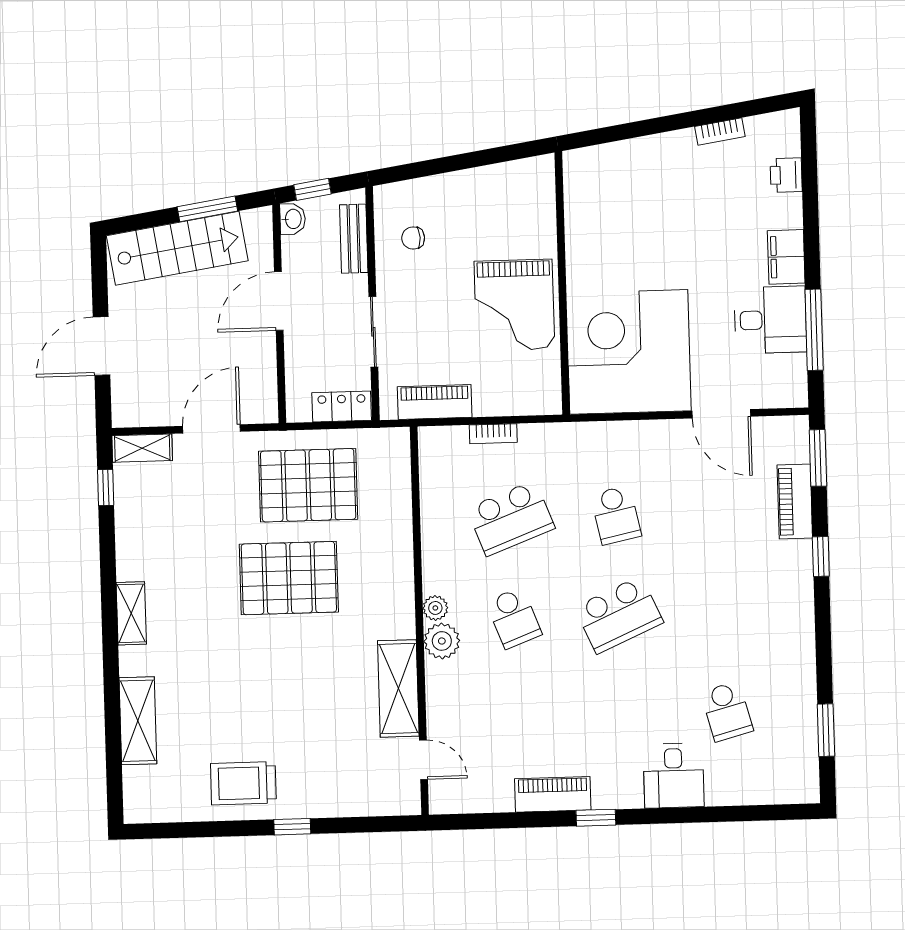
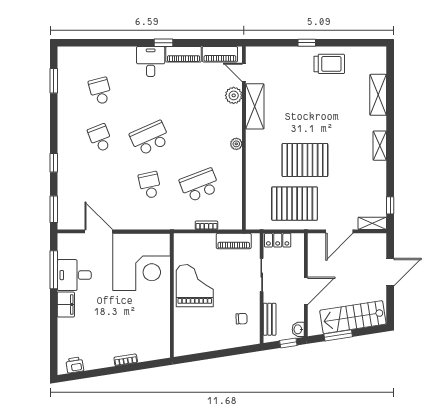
bookcase: (720, 131) -> (126, 360), moved
printer: (786, 175) -> (75, 365), moved, turned -99
piano: (795, 501) -> (220, 54), moved, turned 90
school desk: (514, 618) -> (100, 138), moved
plant: (442, 641) -> (234, 95), moved
desk: (674, 776) -> (151, 61), moved

